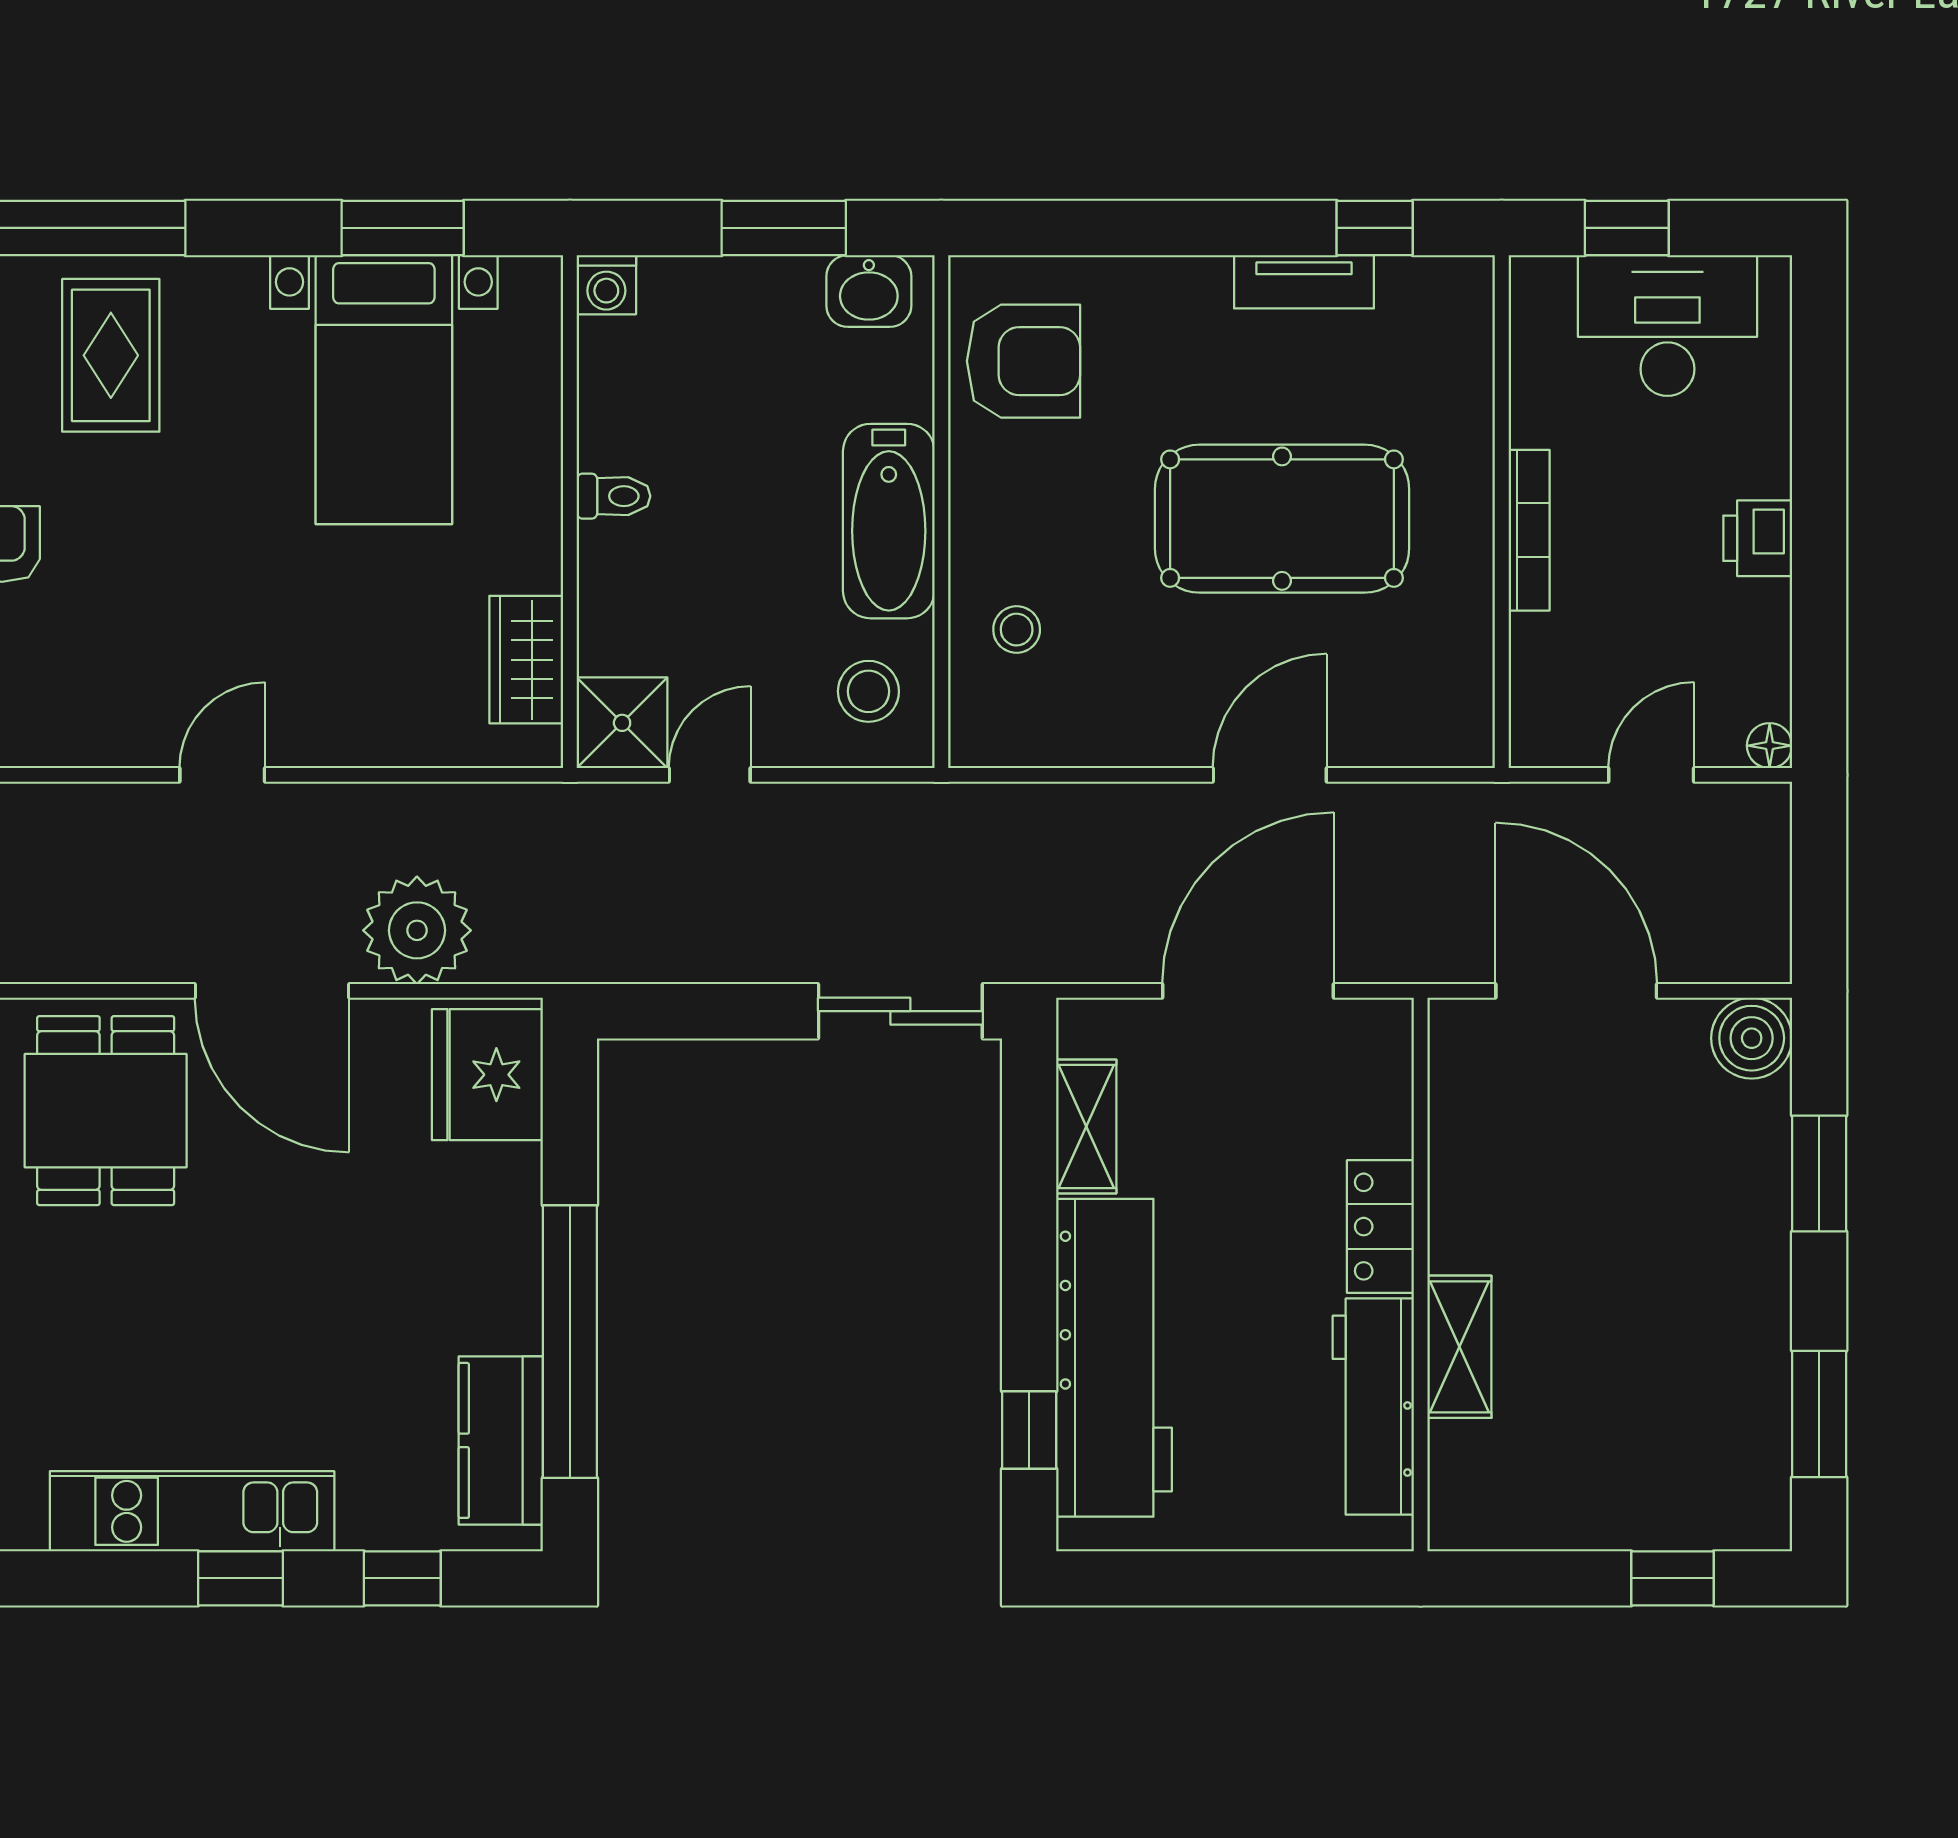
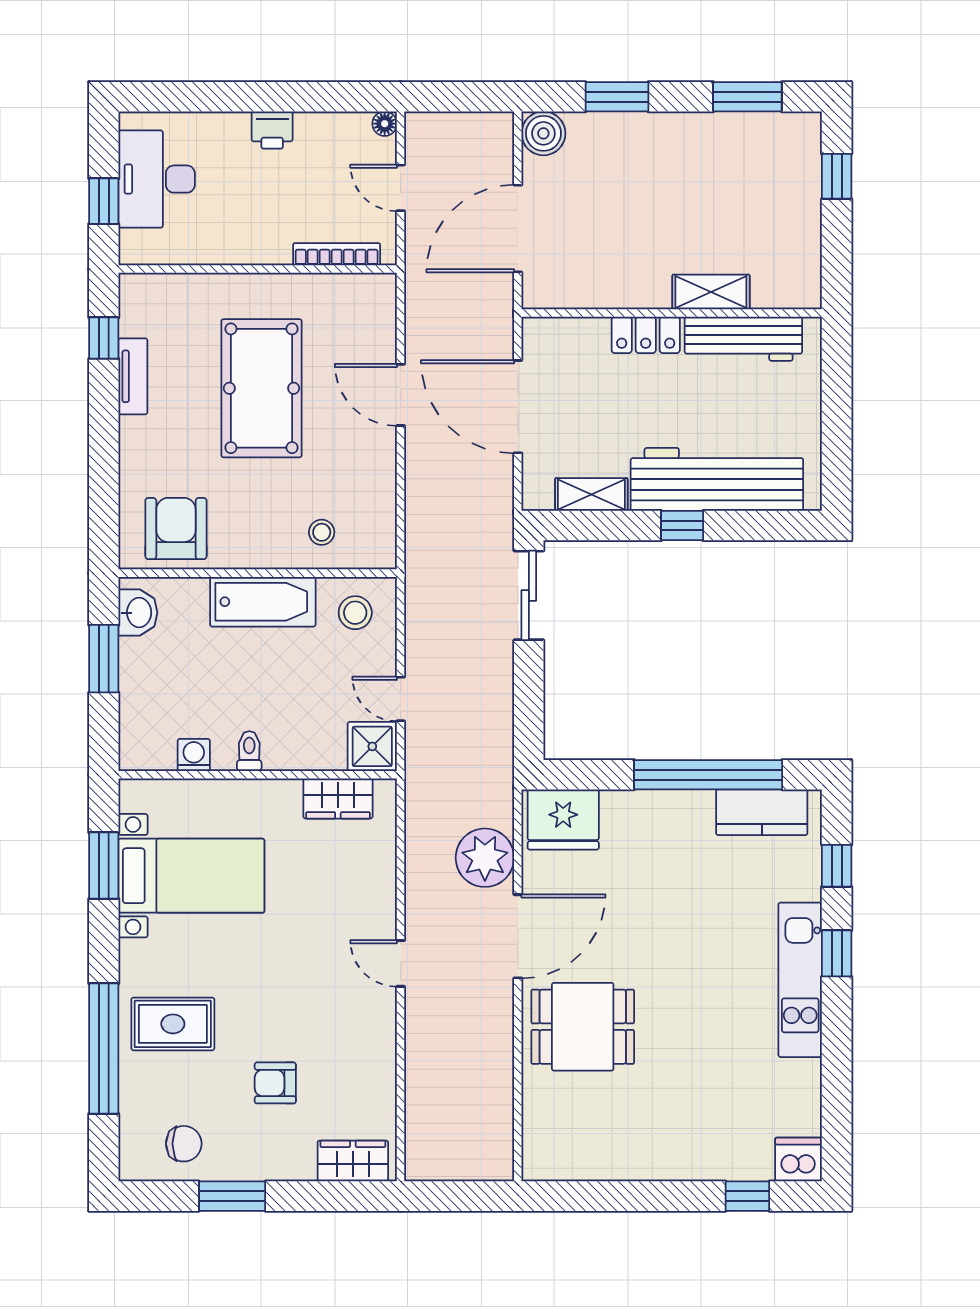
washing machine: (606, 285) -> (194, 755), moved, turned -90
bookcase: (1529, 530) -> (337, 254), moved
window: (1029, 1430) -> (682, 526), moved

